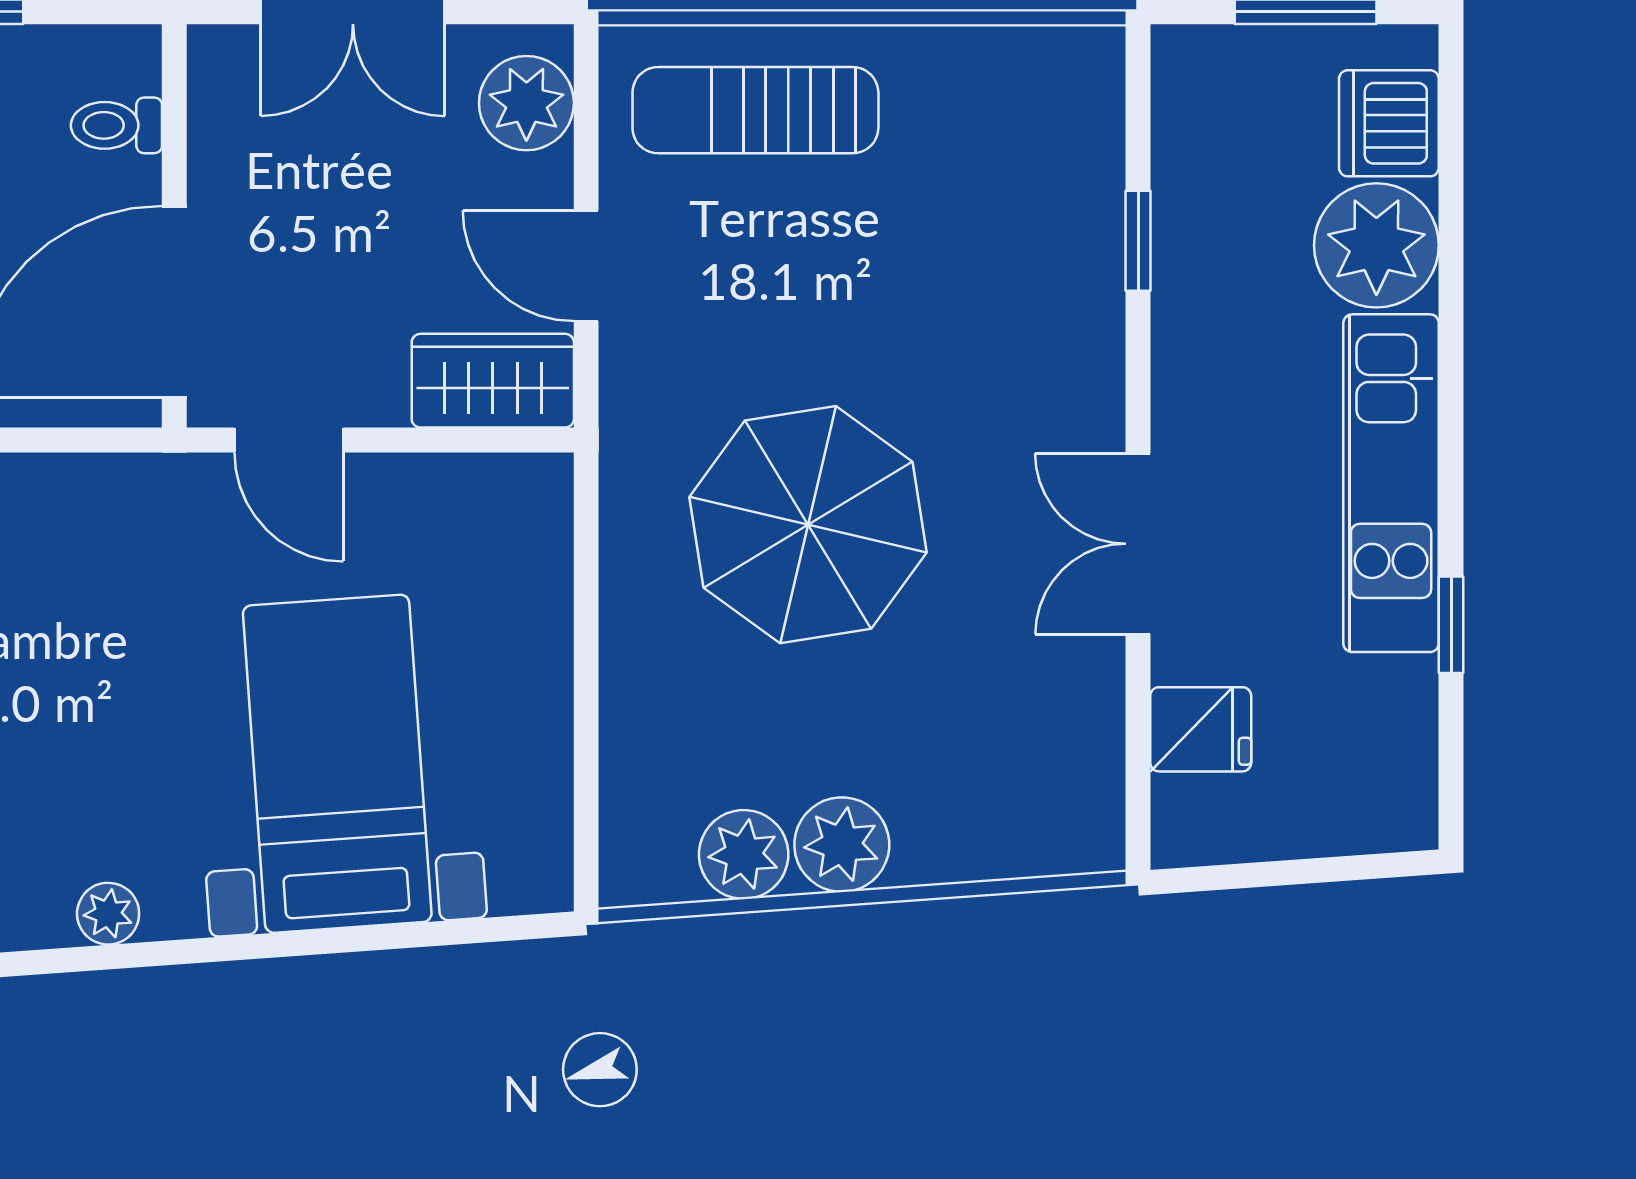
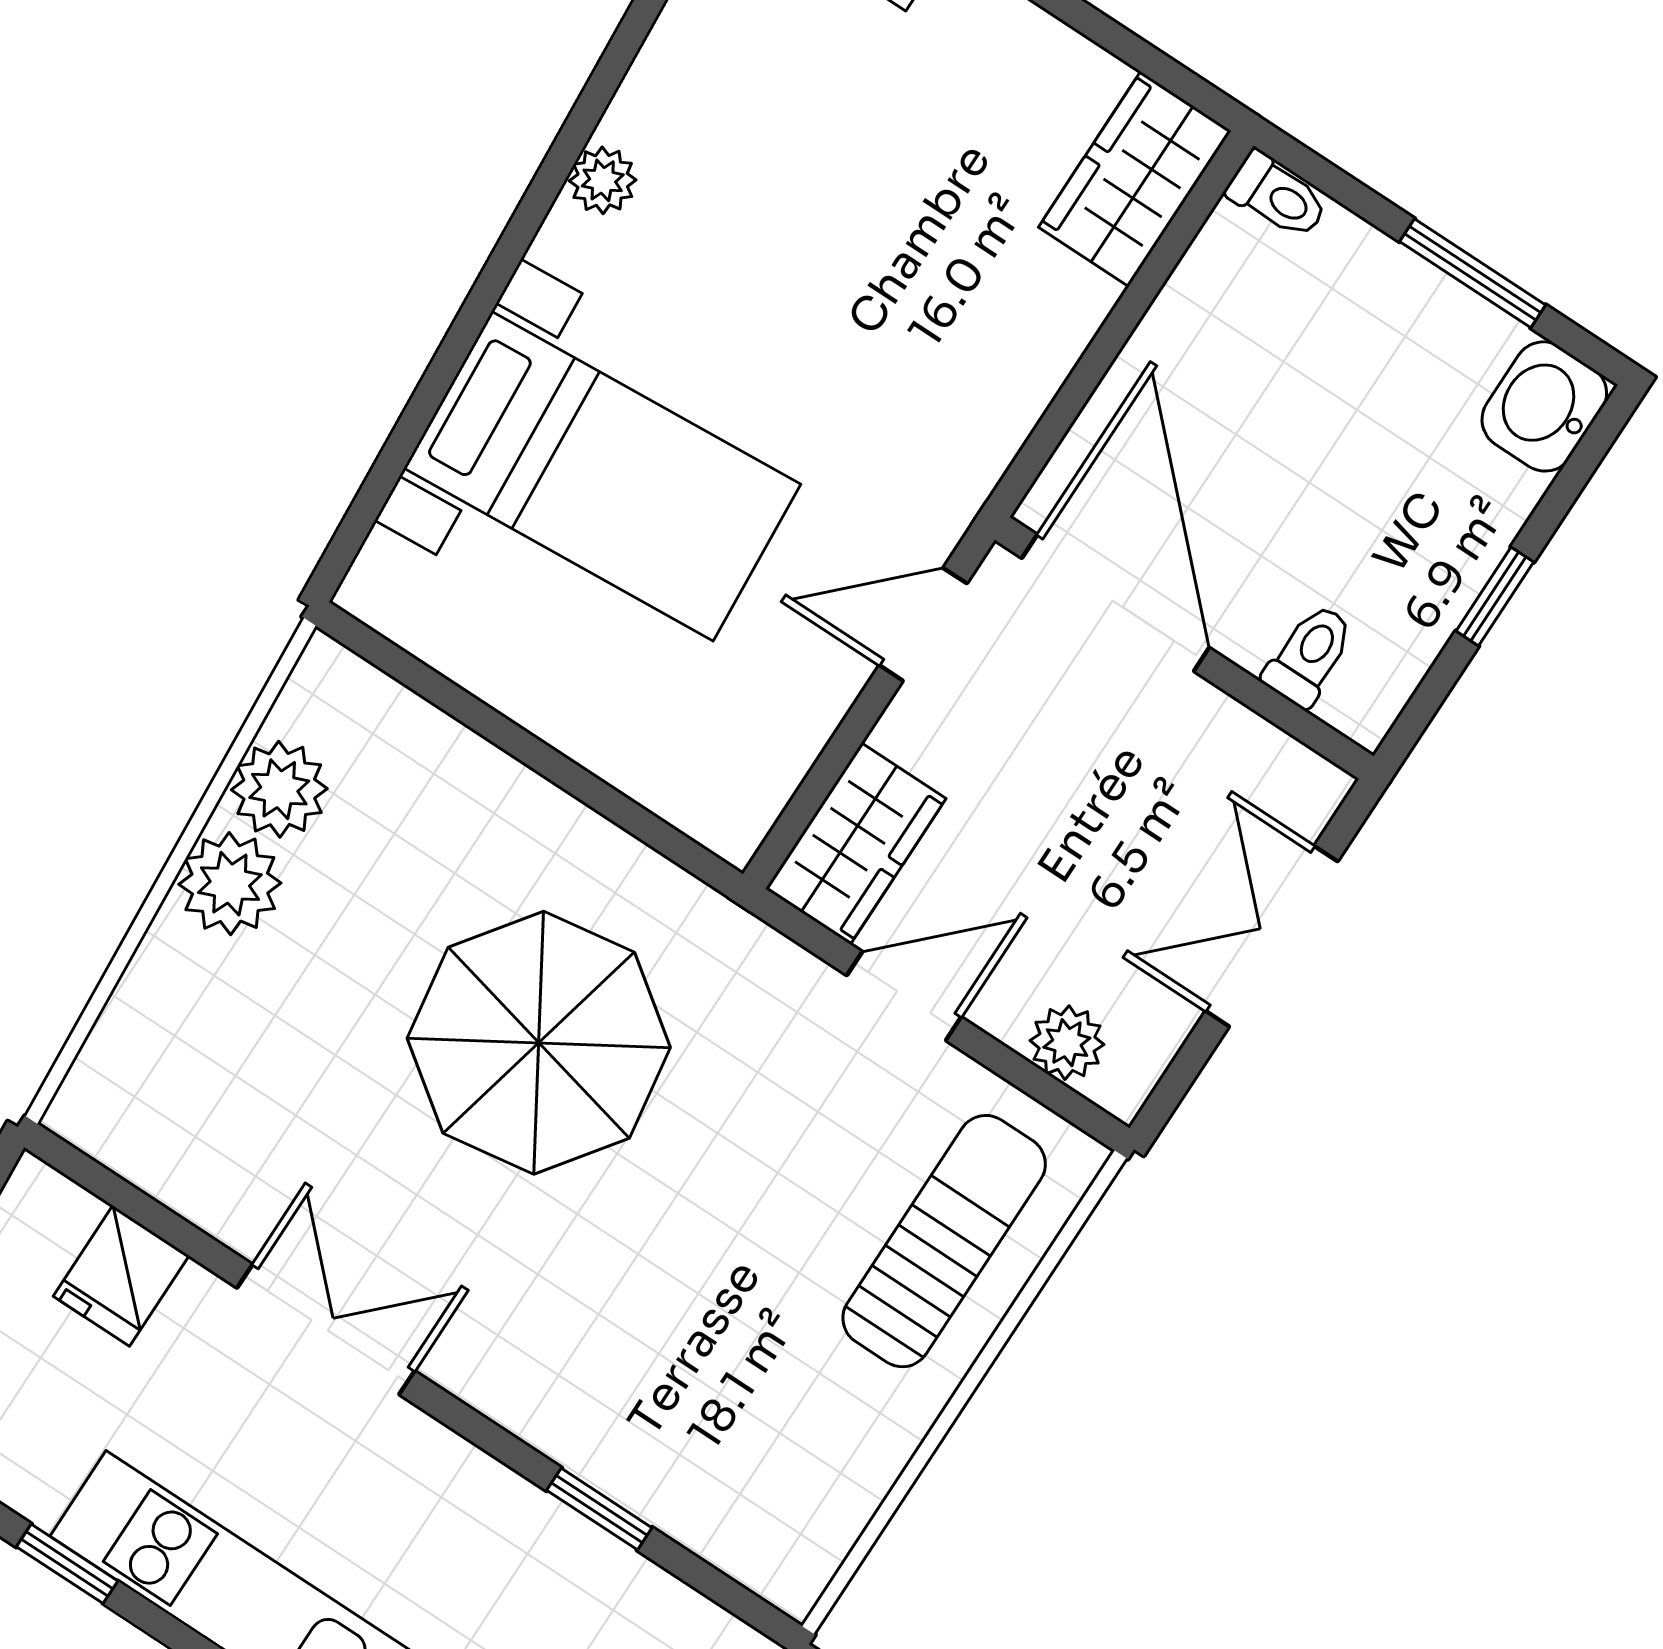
plant: (526, 103) -> (1067, 1043), width x0.73, depth x0.73

